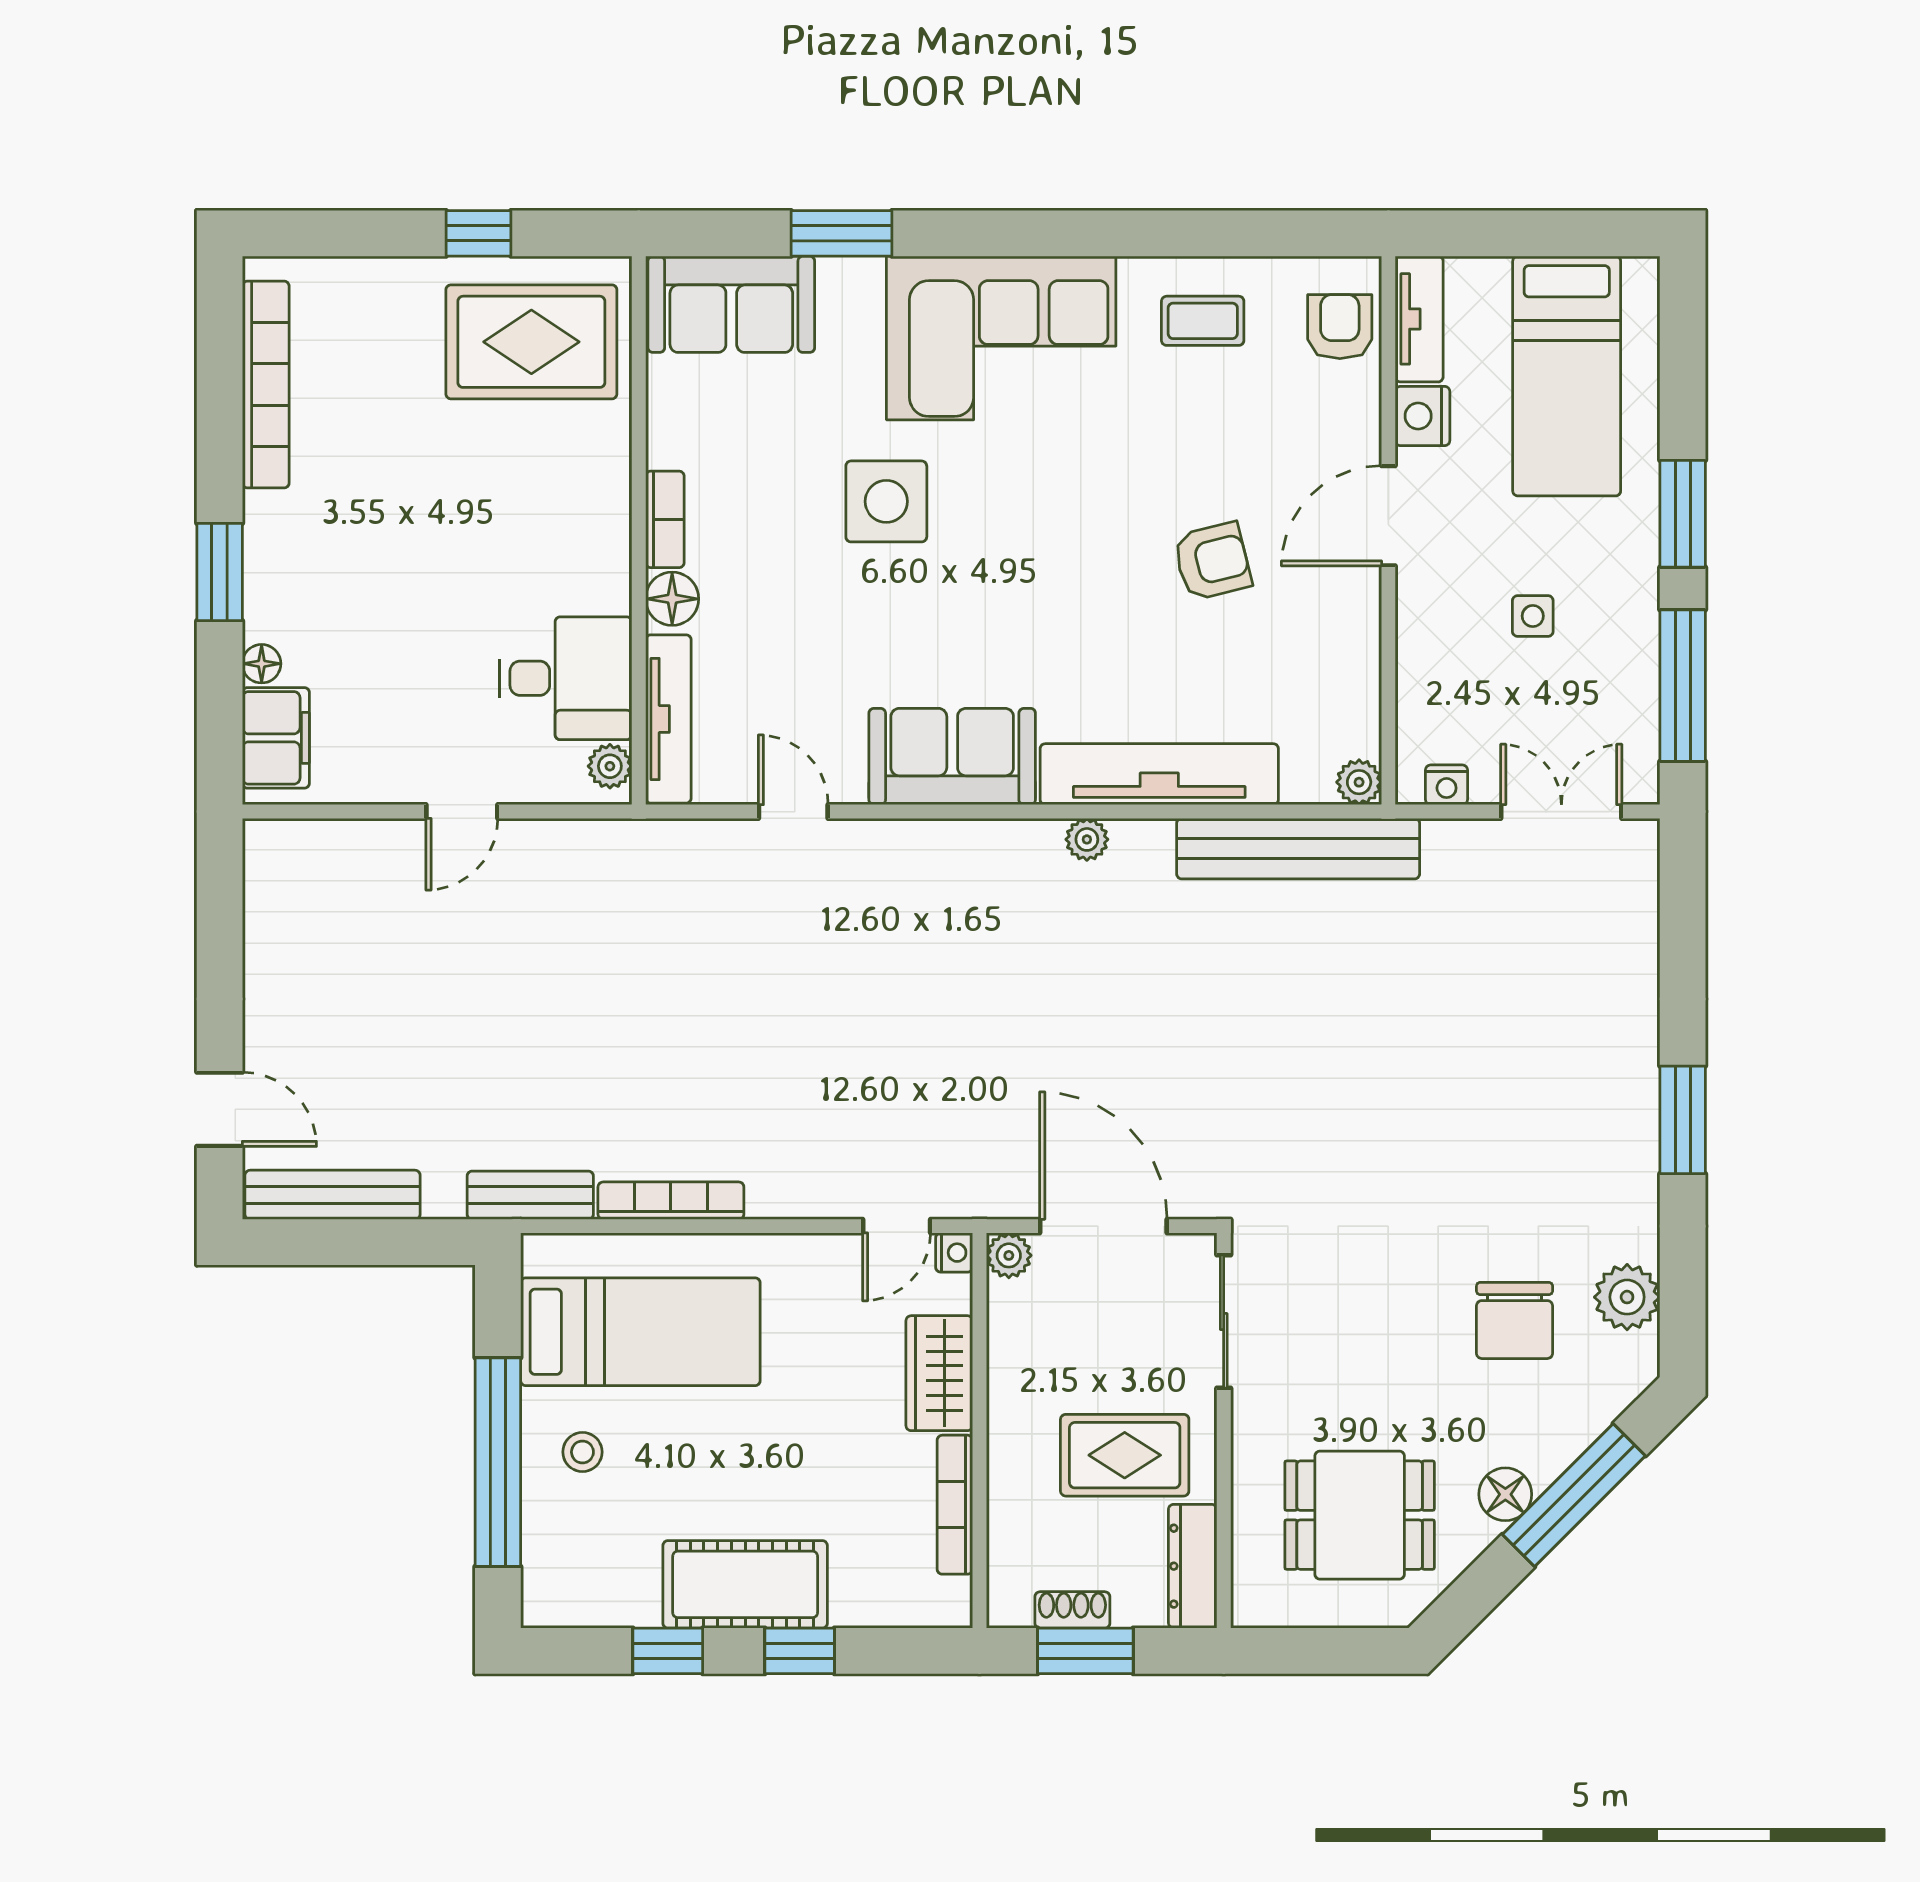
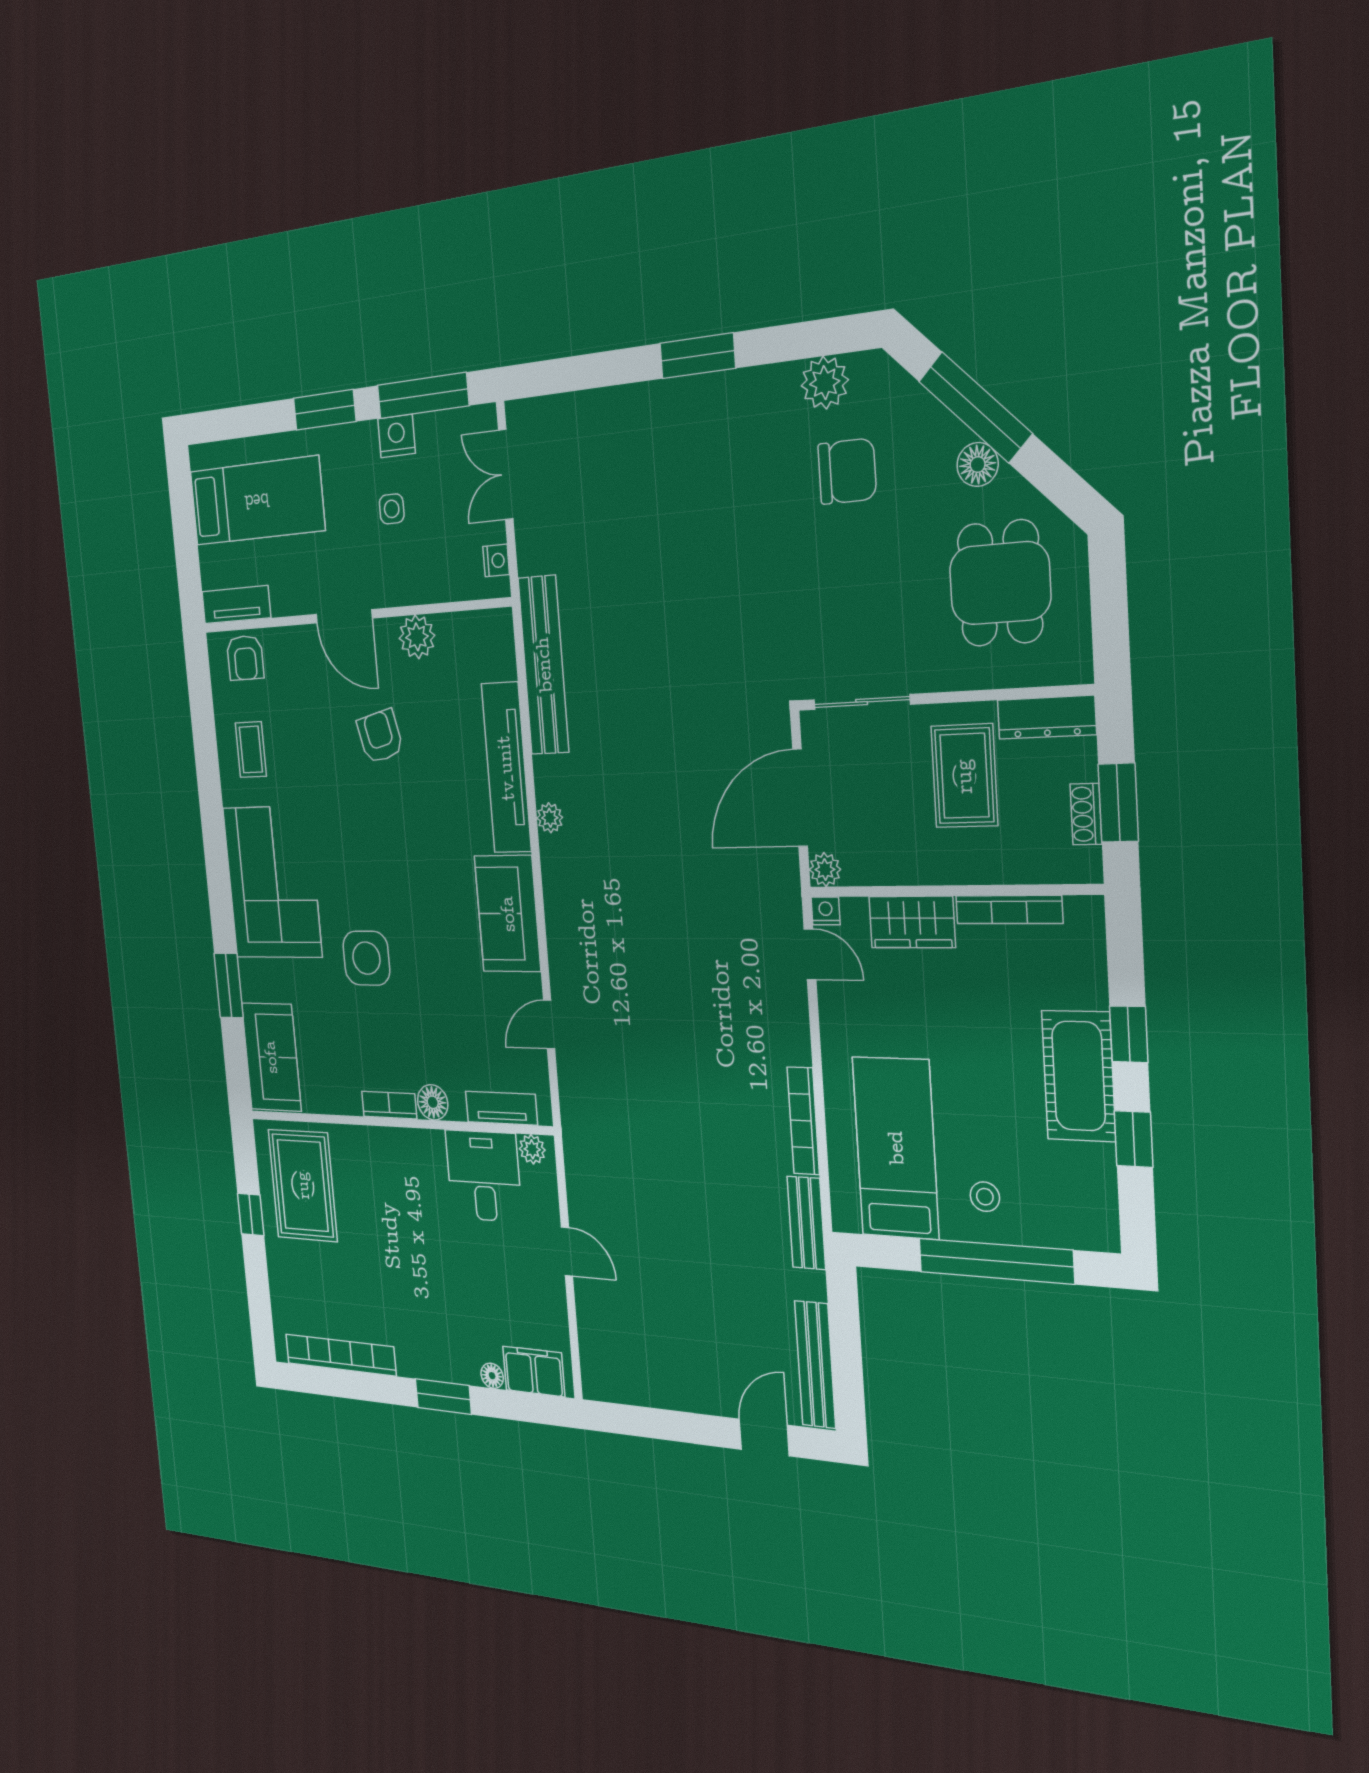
armchair: (1340, 327) -> (245, 658), turned -90
nightstand: (1422, 416) -> (397, 436), moved, turned 180
tv unit: (668, 719) -> (501, 1108), width x0.71
plant: (1359, 782) -> (417, 637), moved, width x1.38, depth x1.38

